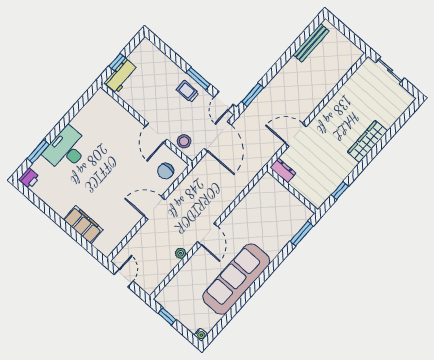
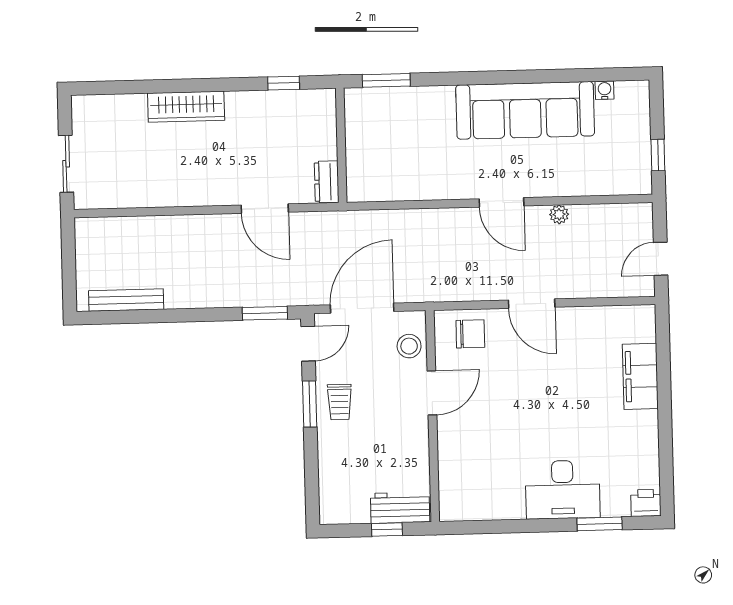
door: (208, 234) -> (501, 202), swing flipped
water cooler: (201, 335) -> (605, 90), moved

